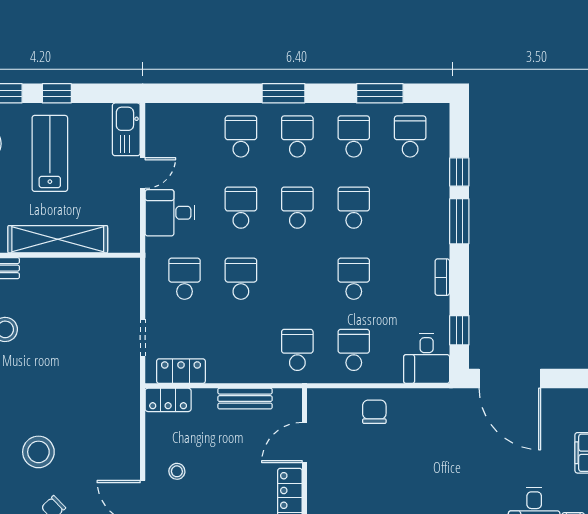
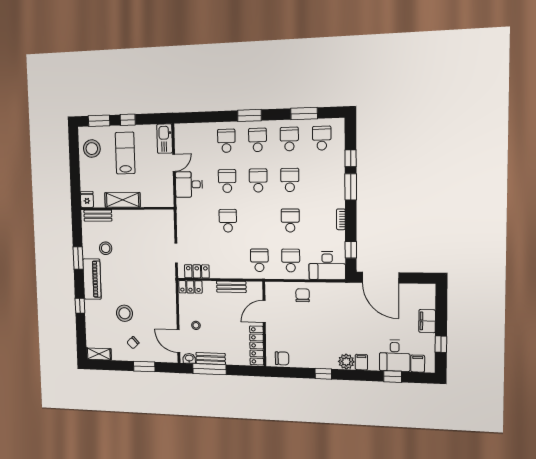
shelving: (58, 239) -> (123, 200), width x0.68
school desk: (185, 279) -> (198, 221), removed
desk: (427, 359) -> (327, 266), width x1.37

